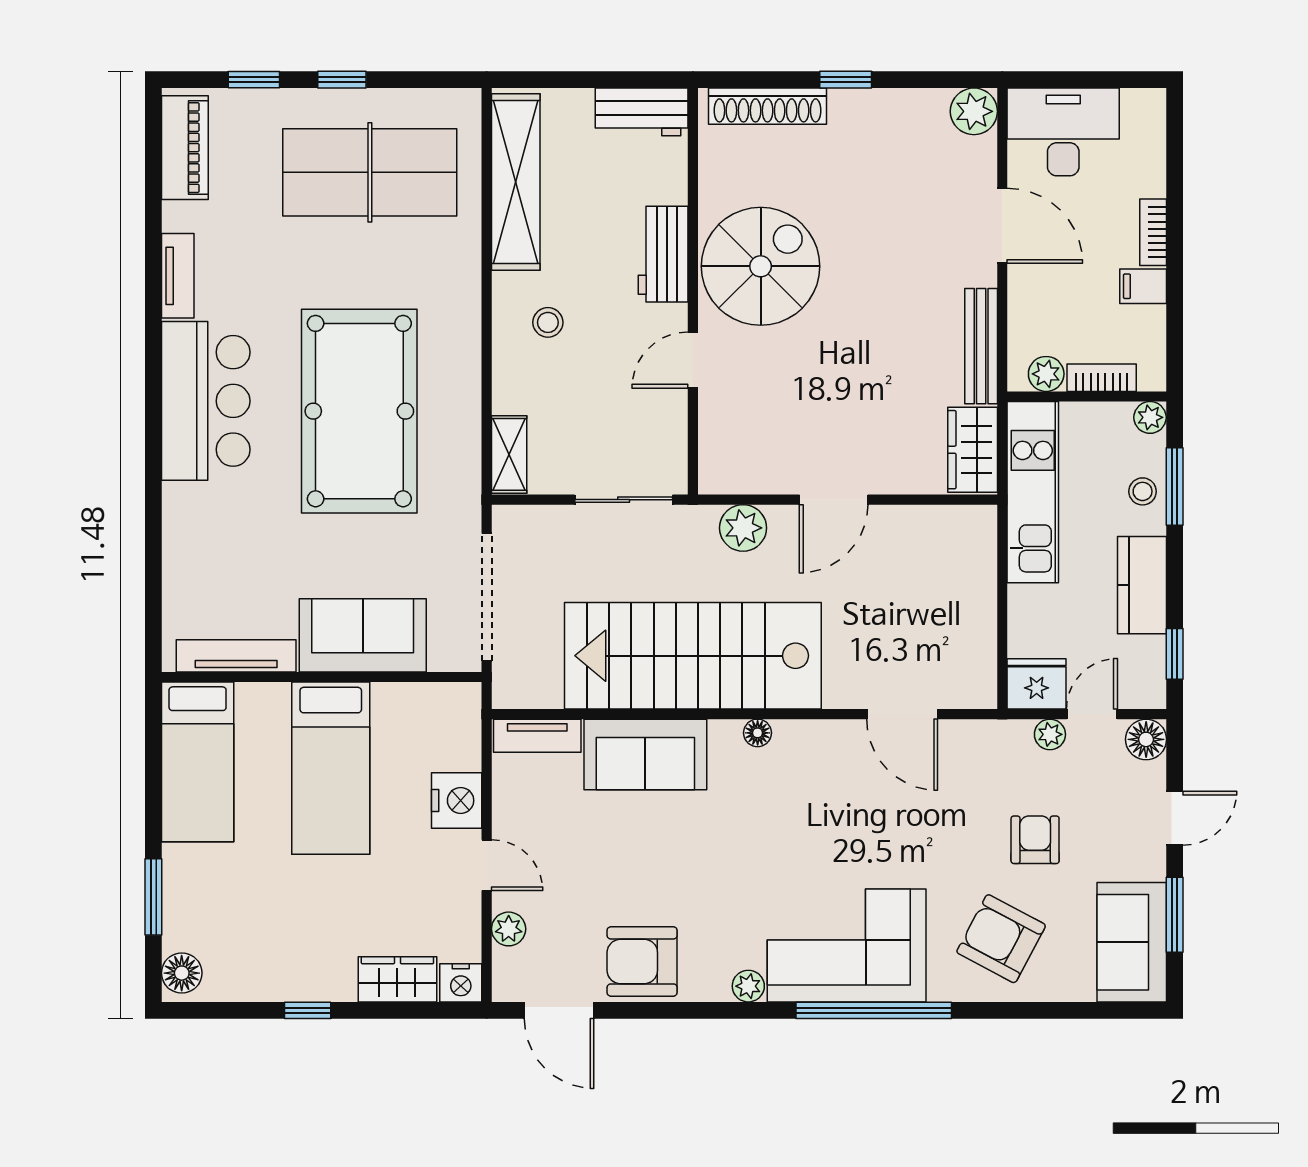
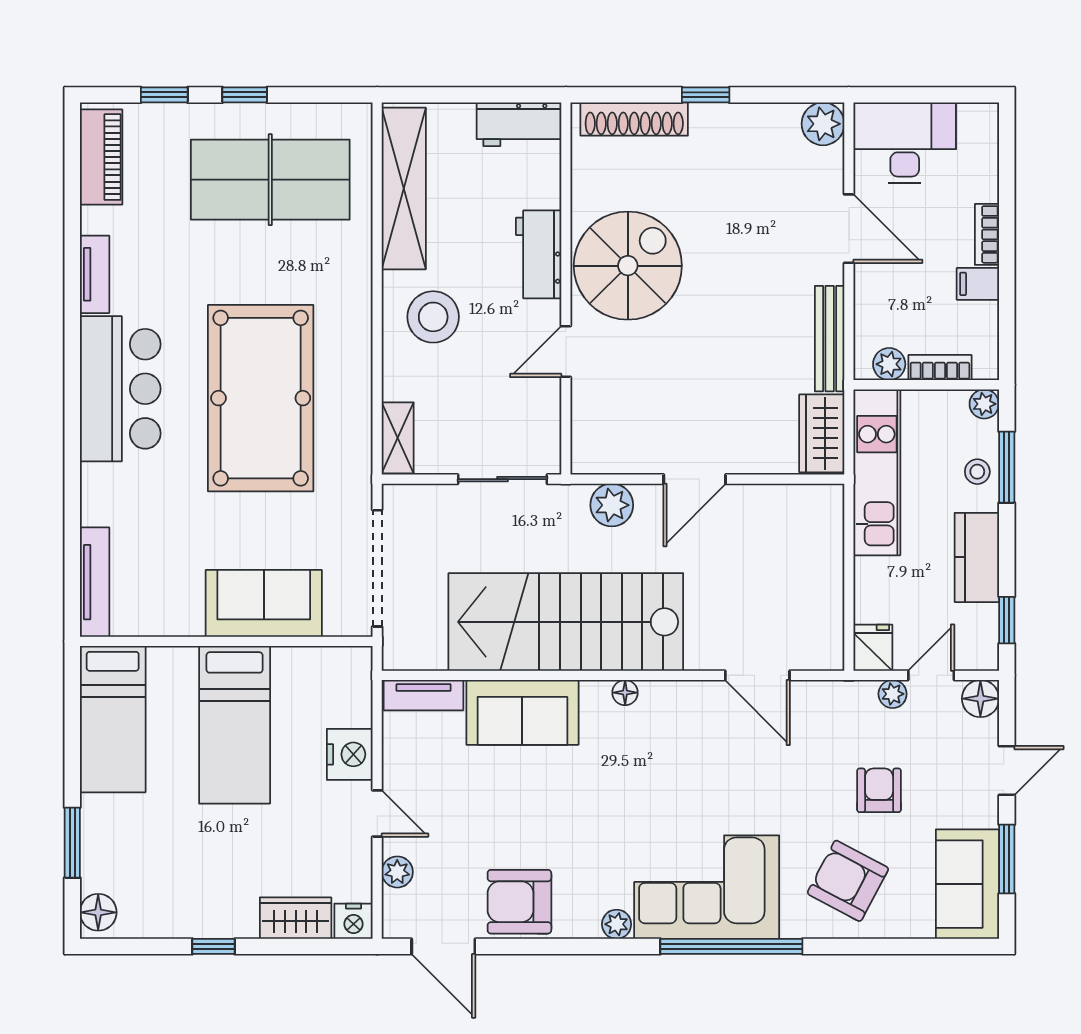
stool: (548, 322) -> (433, 317), width x1.89, depth x1.89
tv unit: (236, 656) -> (95, 582), moved, turned 90
fridge: (1037, 684) -> (873, 648), width x0.72

